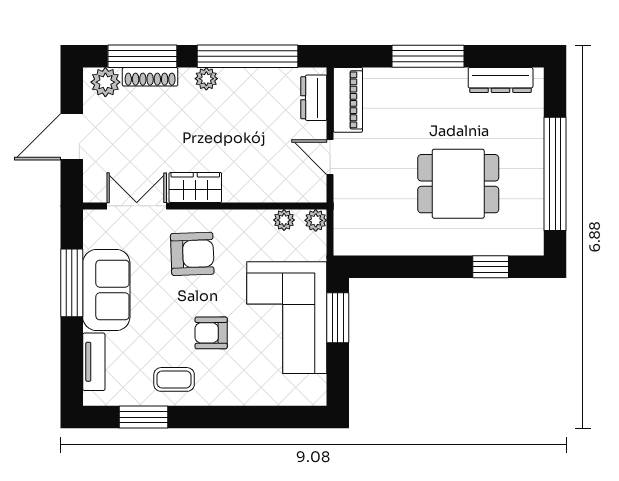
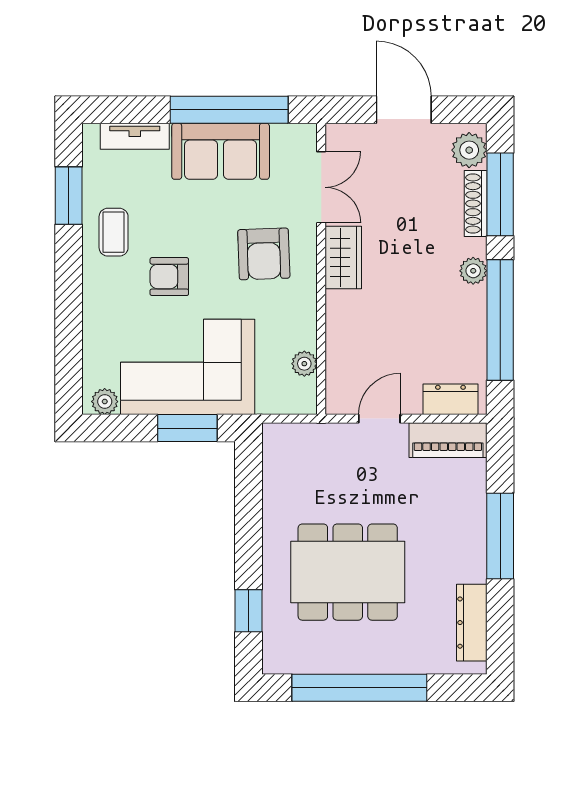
dining table: (458, 184) -> (348, 572), width x1.38
plant: (316, 220) -> (105, 402), moved
window: (72, 283) -> (229, 110), width x1.46
armchair: (211, 333) -> (169, 277), turned -90

